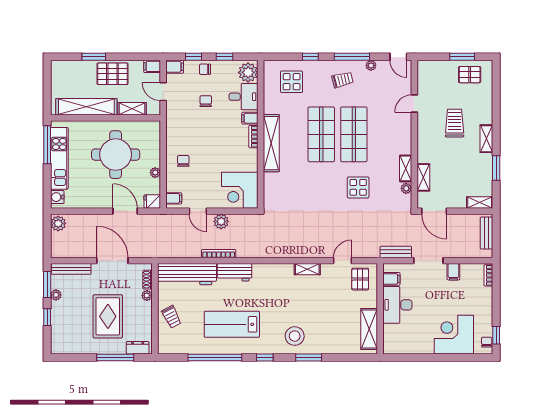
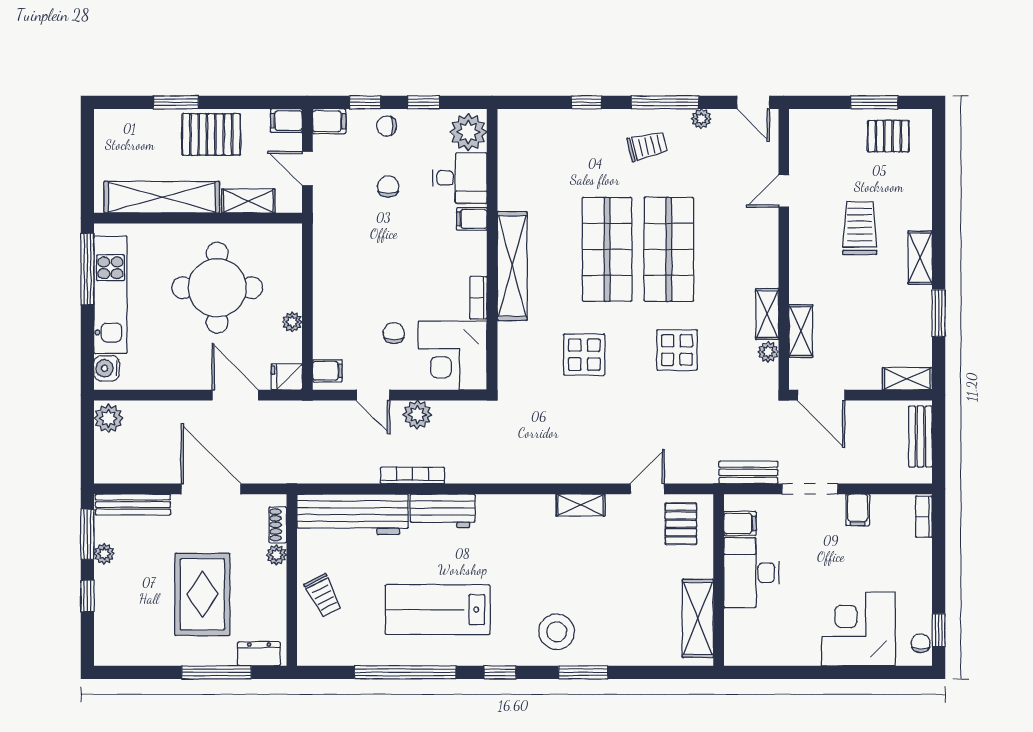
display table: (292, 82) -> (584, 355), moved
bookcase: (253, 137) -> (478, 298), moved
chair: (183, 161) -> (394, 333), moved

